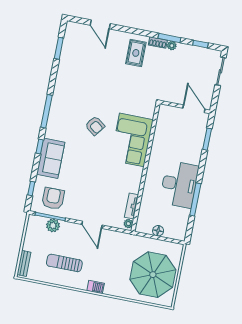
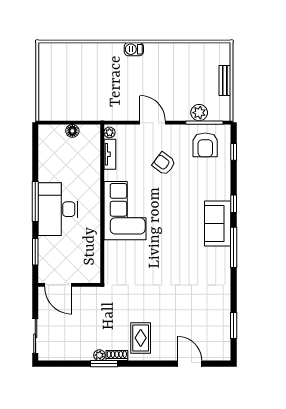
window: (200, 44) -> (66, 364), removed
armchair: (95, 126) -> (164, 164), moved
corner sofa: (132, 140) -> (125, 211), moved
sofa: (51, 158) -> (218, 224), moved
desk: (179, 184) -> (58, 209), moved
window: (195, 199) -> (35, 202), moved
bench: (24, 263) -> (225, 80), moved
sun lounger: (64, 263) -> (177, 70), removed
parasol: (153, 275) -> (68, 77), removed

